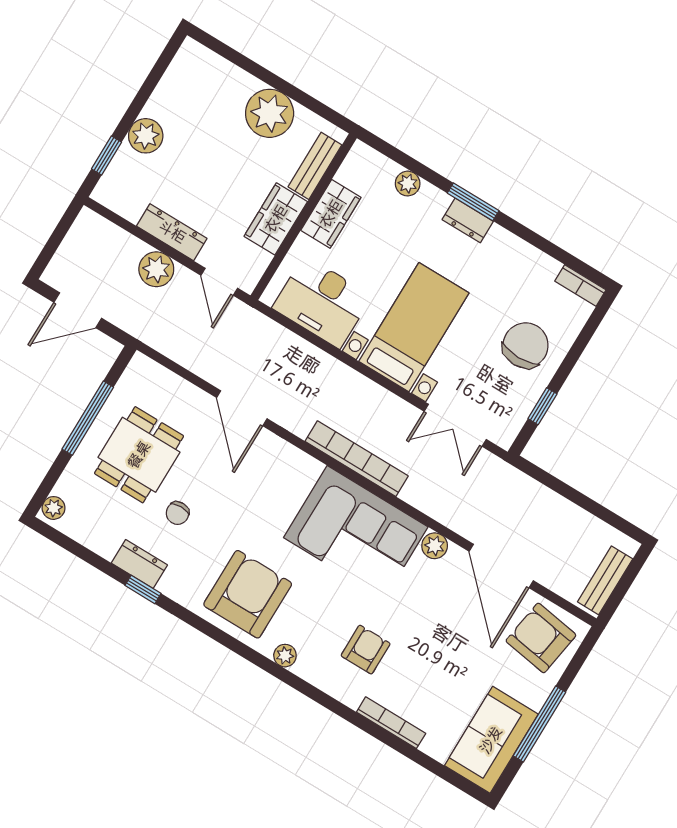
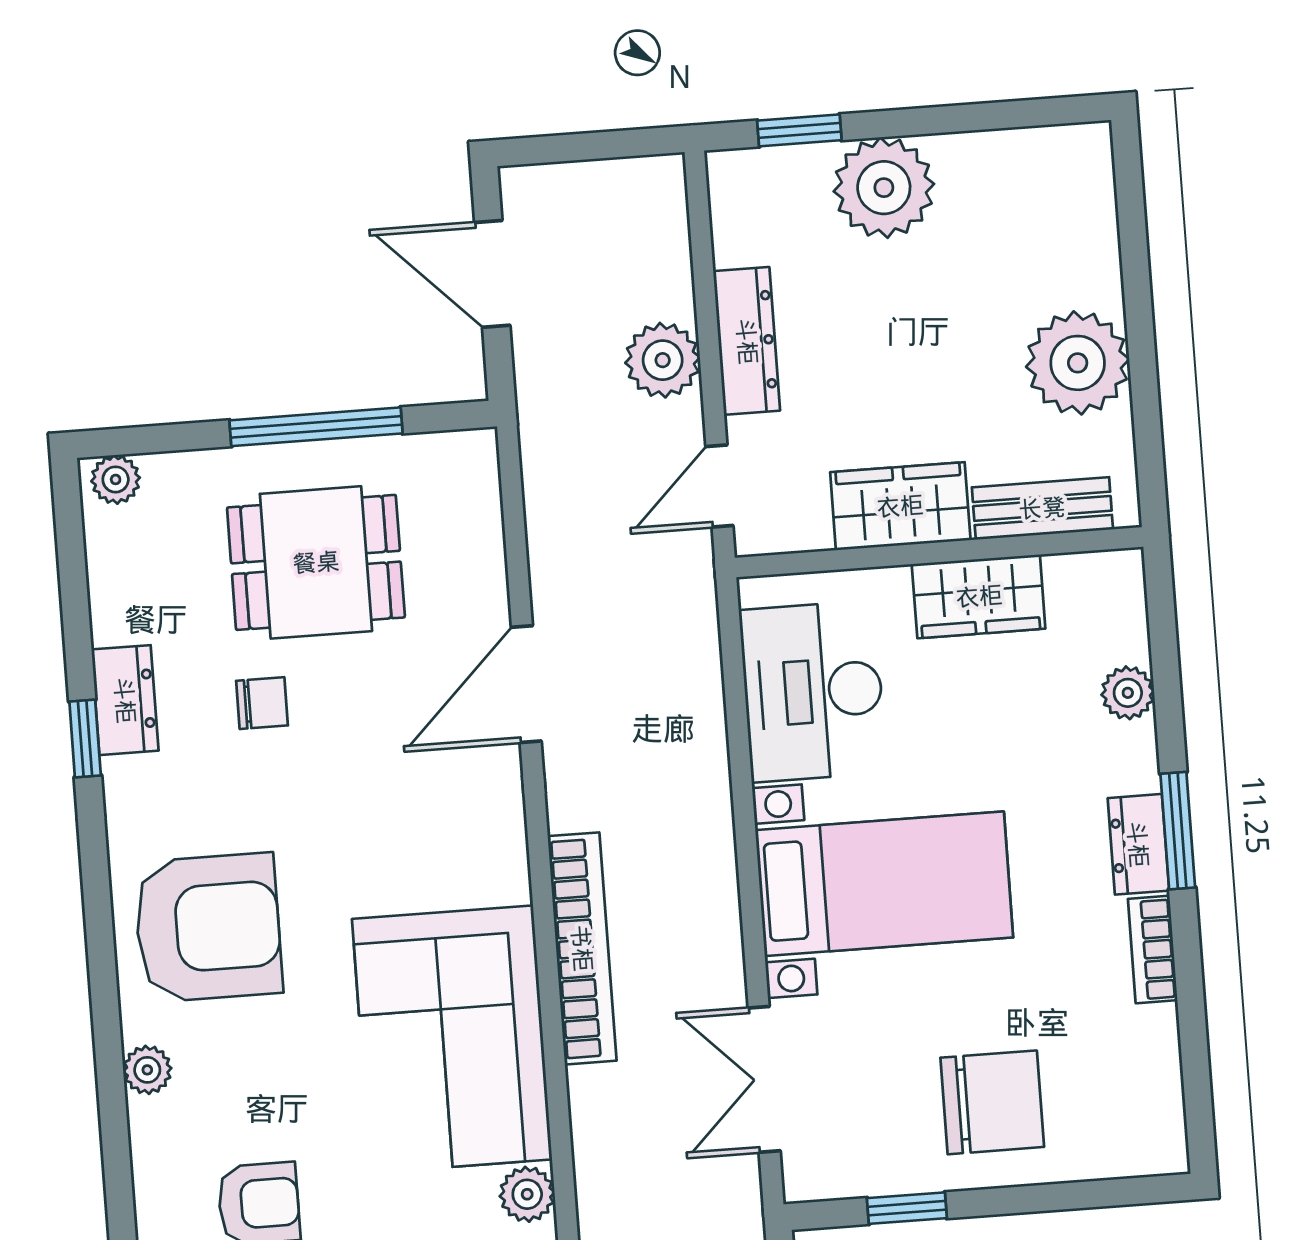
plant: (146, 136) -> (884, 188), width x1.36, depth x1.36
bookcase: (580, 285) -> (1153, 950), moved
chair: (178, 513) -> (262, 703), turned 180

